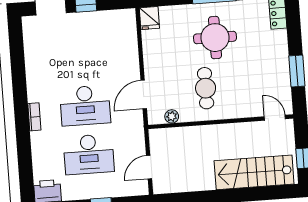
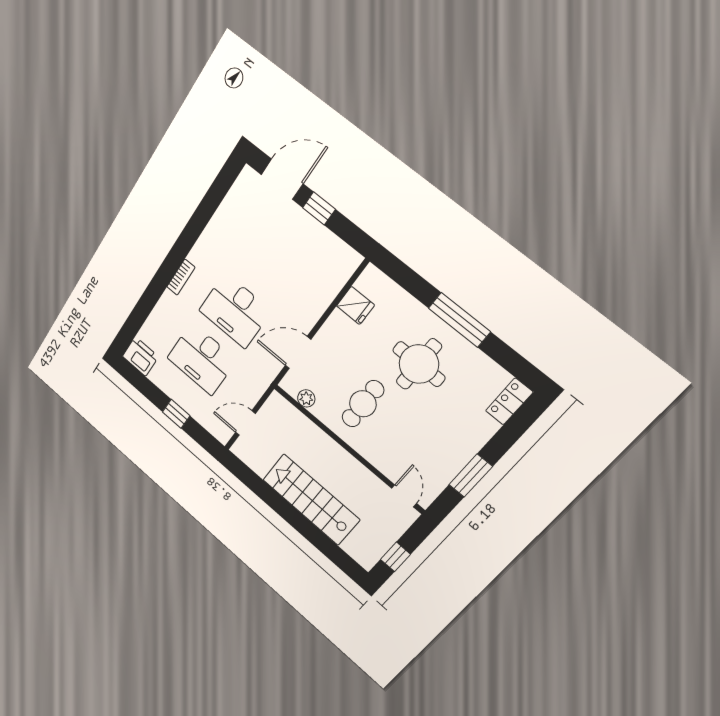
fridge: (149, 18) -> (355, 306), moved, turned -90
stairs: (254, 172) -> (311, 500), moved

